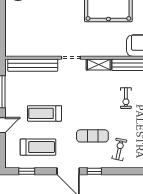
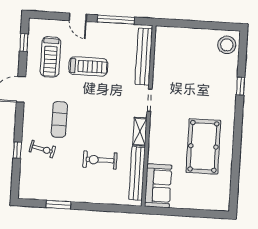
exercise bike: (126, 98) -> (100, 160), width x1.38, depth x1.39
treadmill: (44, 113) -> (88, 67), turned 90
window: (94, 171) -> (17, 150), moved

